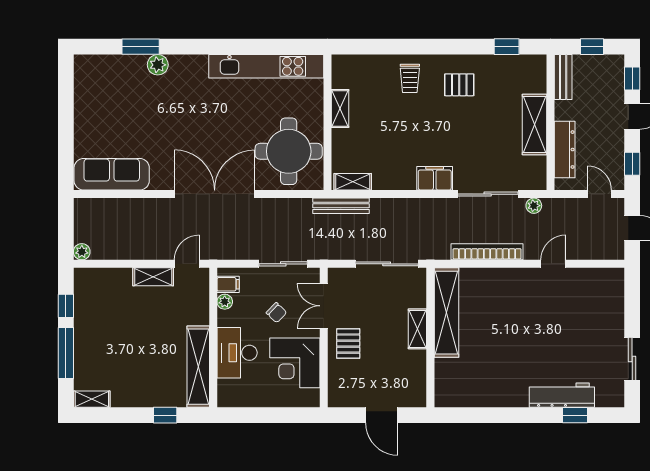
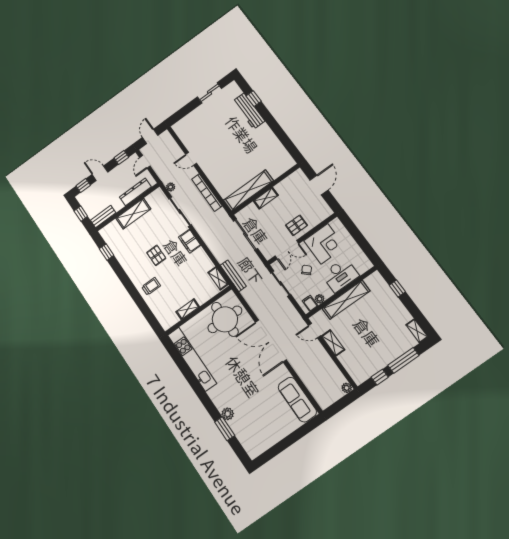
pallet: (459, 85) -> (156, 255), moved
shelving: (198, 367) -> (346, 300), moved

